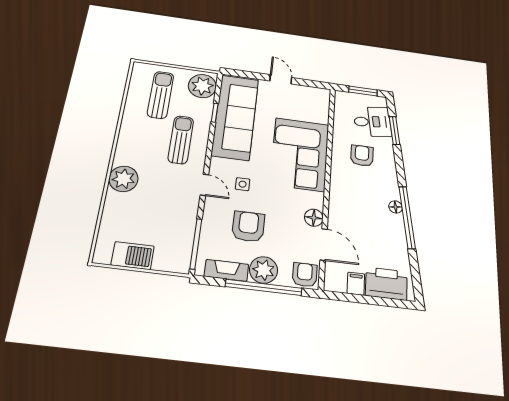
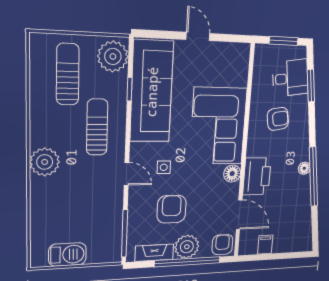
armchair: (362, 156) -> (278, 119), turned 81
plant: (123, 179) -> (45, 162), moved
floor lamp: (314, 218) -> (232, 174), moved
printer: (386, 284) -> (257, 176), moved, turned 90

